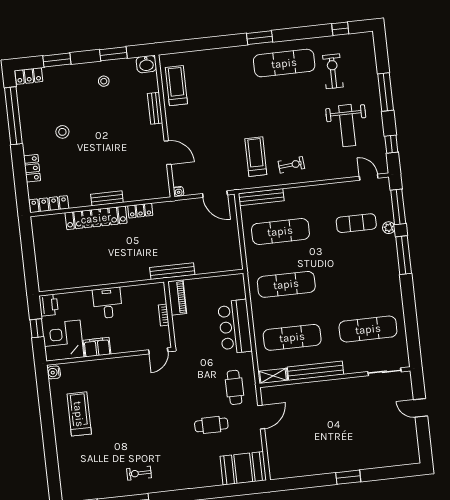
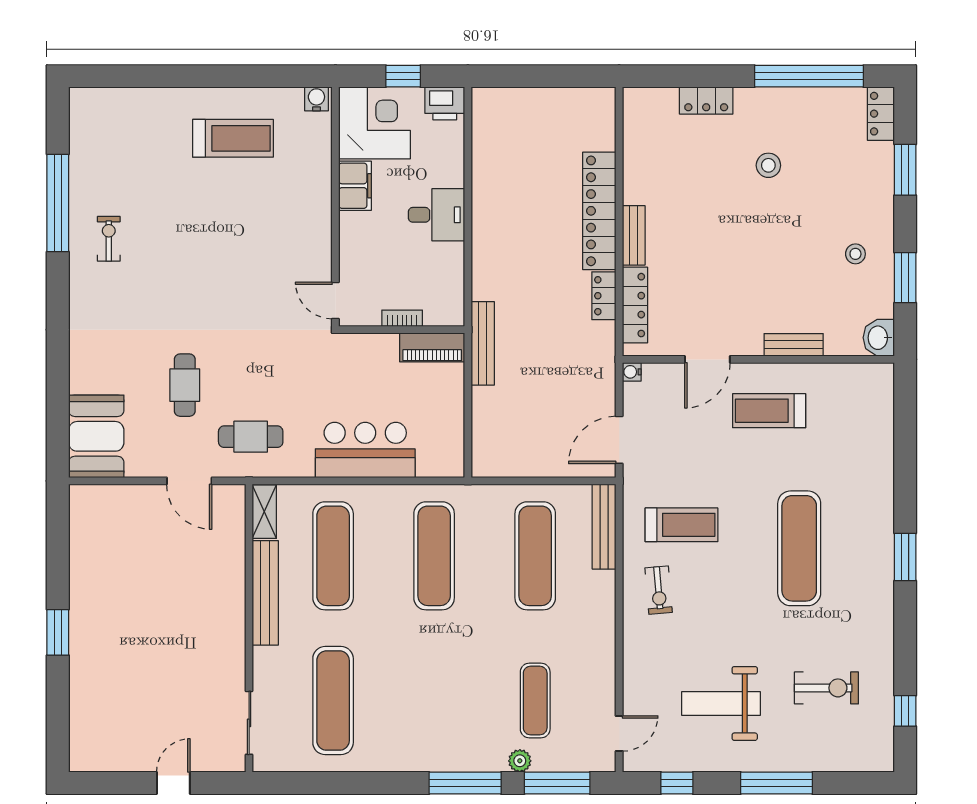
exercise mat: (284, 63) -> (799, 548), moved
treadmill: (176, 86) -> (769, 411), moved, turned 180
locker: (49, 204) -> (635, 305), moved

